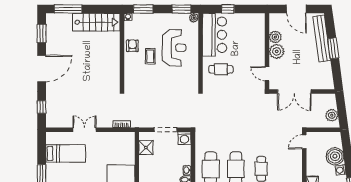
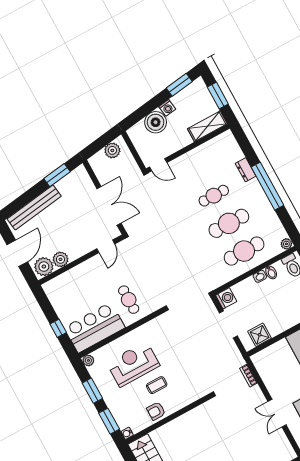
window: (181, 9) -> (92, 391), moved
window: (333, 48) -> (57, 175), moved
plant: (277, 51) -> (44, 267), moved

